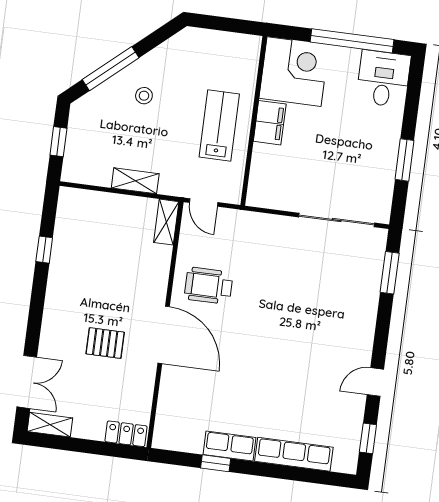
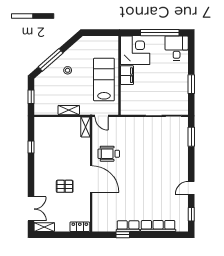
lab bench: (219, 125) -> (104, 79), width x1.36, depth x1.39

